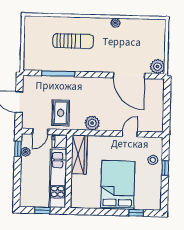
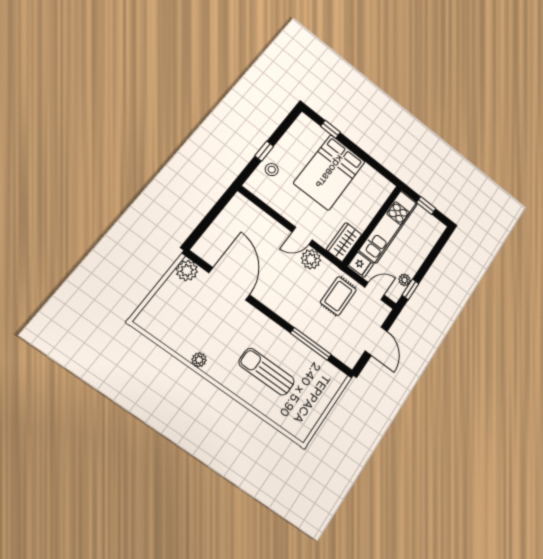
door: (130, 134) -> (302, 236), moved
wardrobe: (79, 154) -> (344, 242), width x0.67

